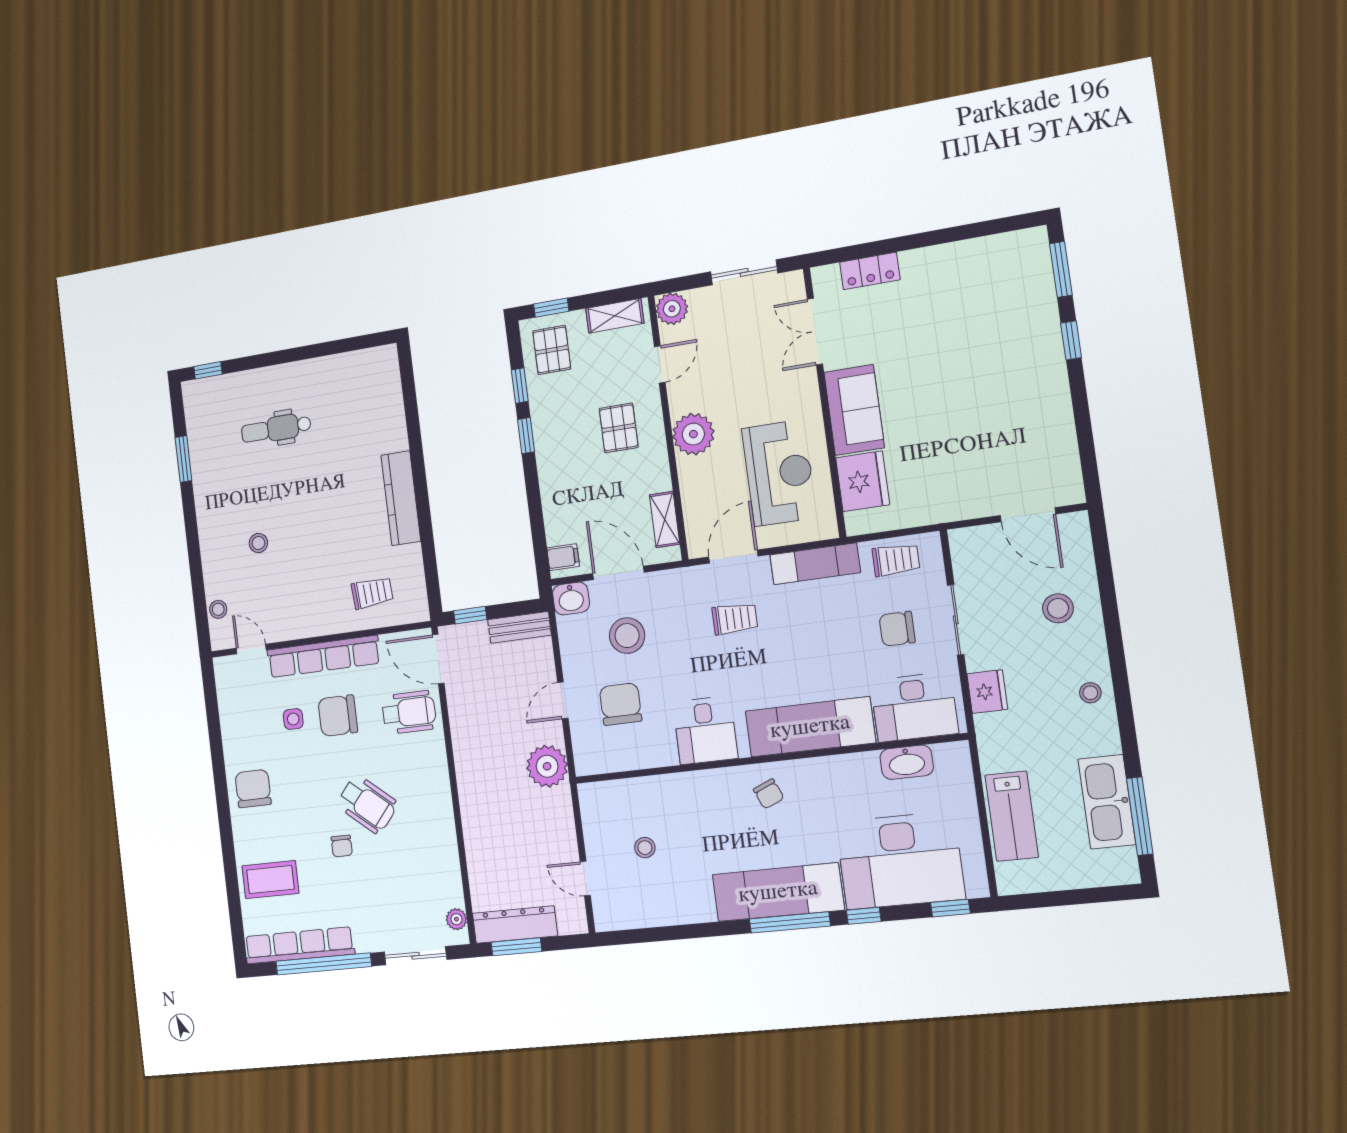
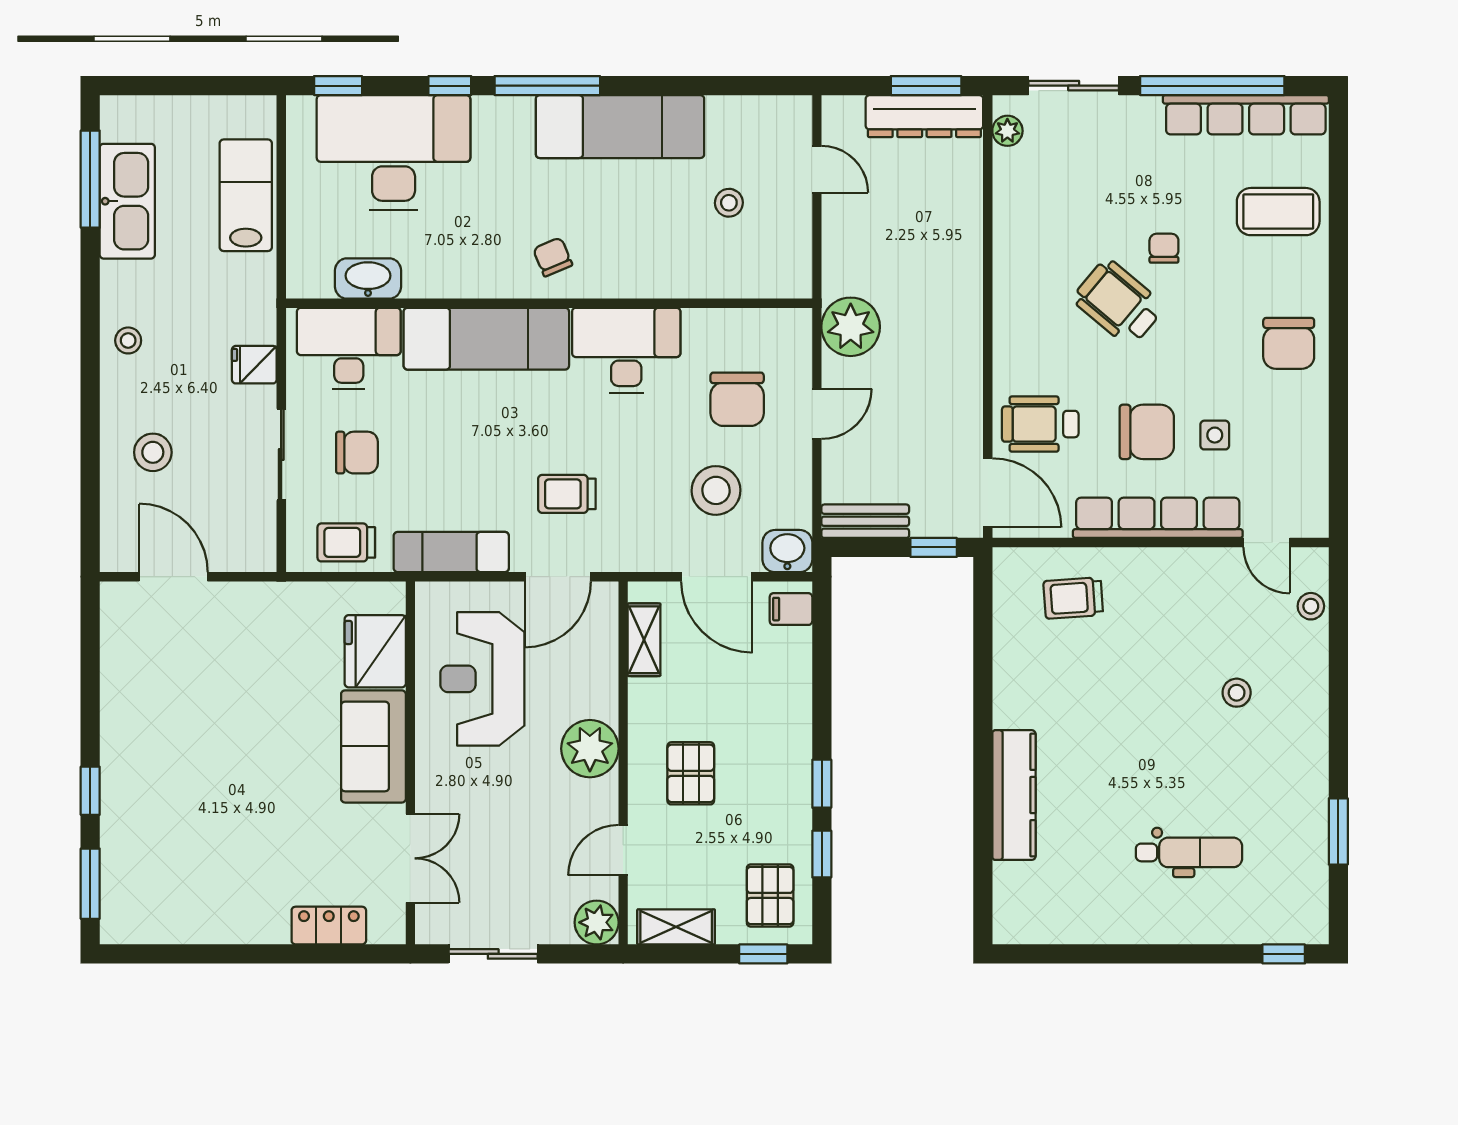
kitchen counter: (401, 498) -> (1014, 795), moved
fridge: (987, 692) -> (254, 365), width x0.72
desk: (705, 730) -> (626, 350), width x1.37
exam couch: (778, 892) -> (620, 127), moved

